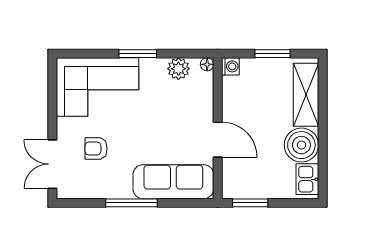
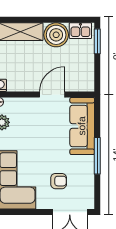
armchair: (96, 149) -> (59, 181), turned -90
window: (250, 203) -> (97, 41), moved

